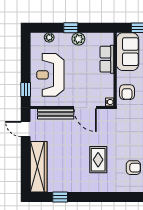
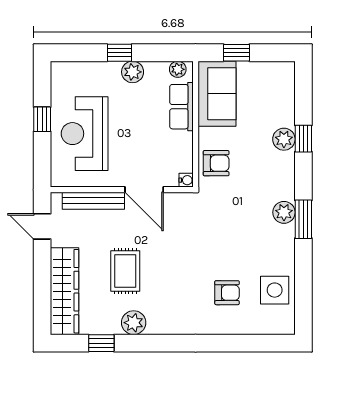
plant: (49, 37) -> (178, 69), moved
window: (26, 90) -> (42, 119), moved
armchair: (127, 92) -> (216, 163), turned -90
rug: (98, 160) -> (125, 271), moved
plant: (79, 185) -> (134, 323), added

